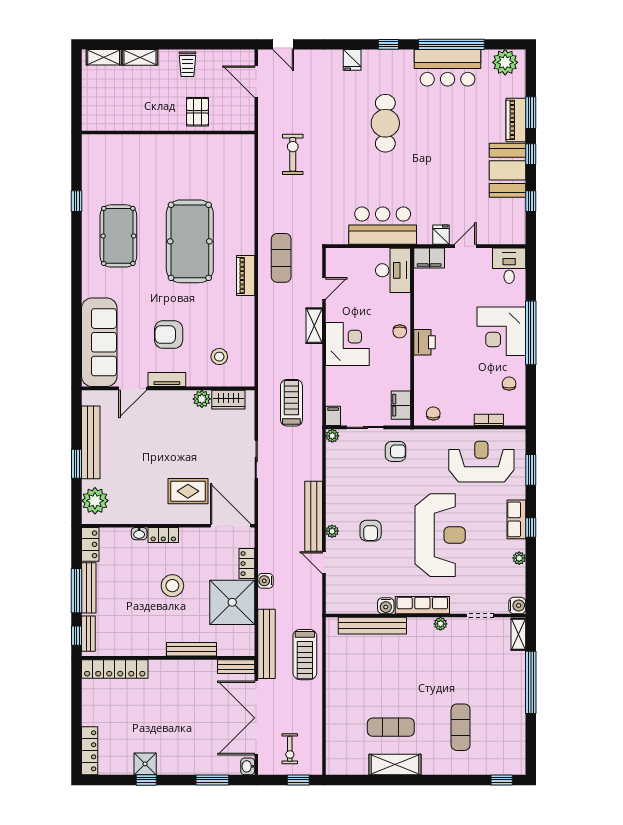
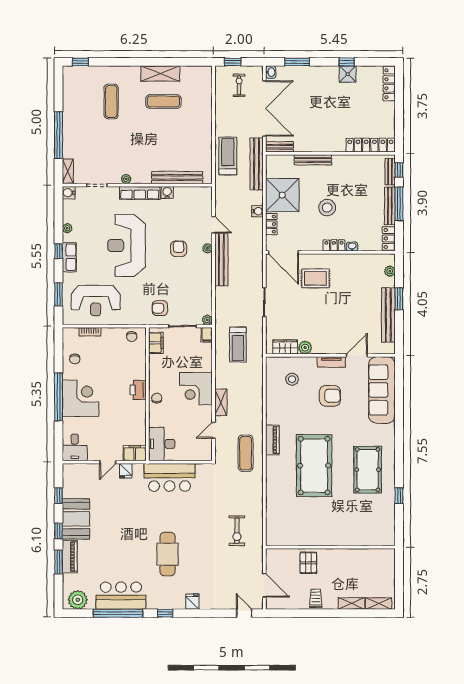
plant: (95, 501) -> (390, 271), width x0.53, depth x0.53

